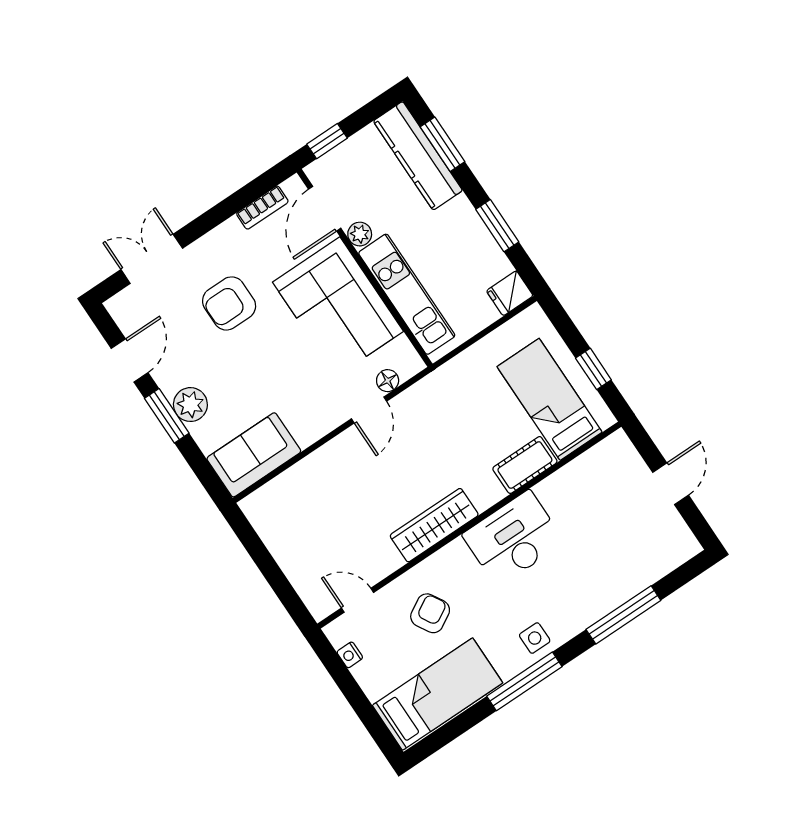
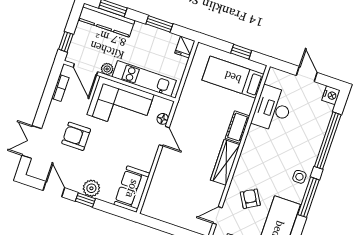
armchair: (229, 303) -> (76, 136), turned 90
window: (167, 416) -> (85, 200), width x0.67
cot: (525, 465) -> (237, 127), moved
desk: (513, 538) -> (273, 109), moved
nightstand: (683, 547) -> (331, 95), added
window: (623, 615) -> (328, 141), width x1.46

